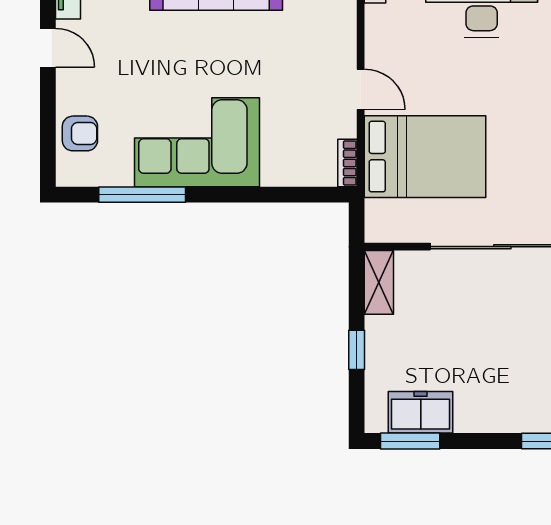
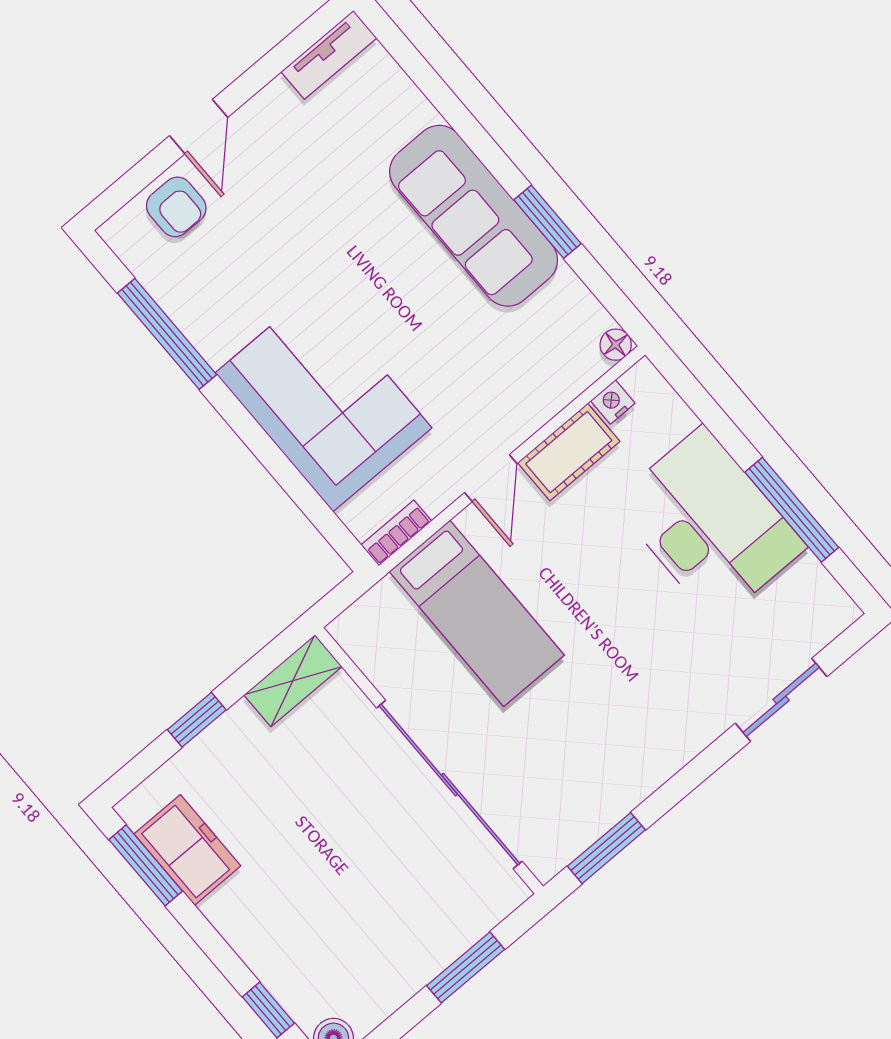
cot: (382, 37) -> (569, 452), added
door: (48, 48) -> (199, 127), moved
corner sofa: (197, 142) -> (324, 400), moved
bed: (425, 157) -> (477, 613), width x0.67

